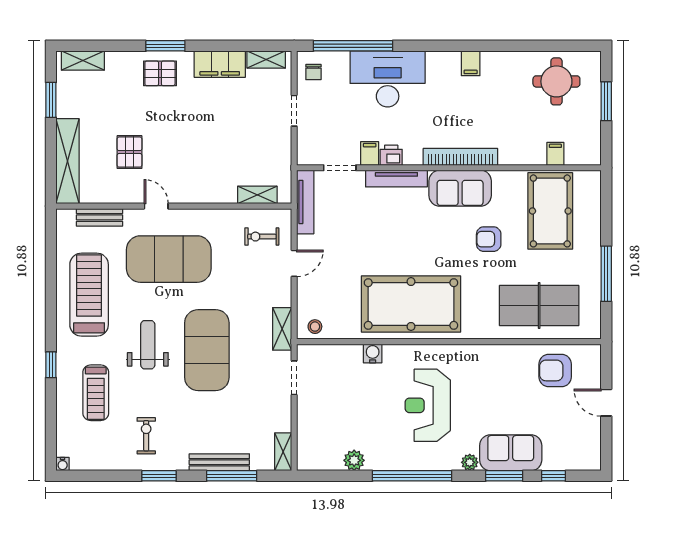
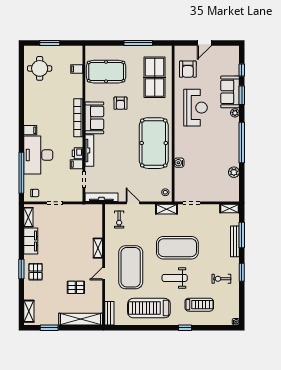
filing cabinet: (471, 63) -> (30, 130), moved
shelving: (257, 195) -> (98, 248), moved
bench: (99, 217) -> (109, 313), moved
reception desk: (428, 405) -> (195, 108), moved, turned -90

